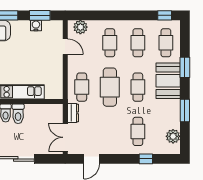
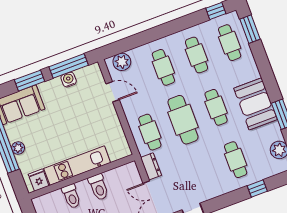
window: (40, 15) -> (69, 66), width x1.44
window: (185, 67) -> (250, 29), moved
booth: (168, 81) -> (255, 104), moved
toilet: (18, 114) -> (99, 187), moved

